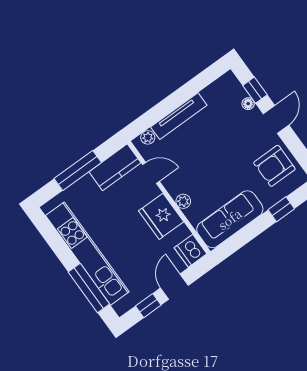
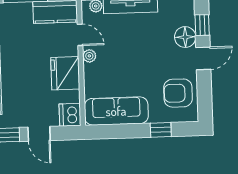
floor lamp: (248, 104) -> (185, 37), width x1.89, depth x1.89
plant: (183, 201) -> (89, 56), moved
door: (174, 287) -> (39, 134), swing flipped

